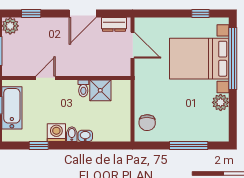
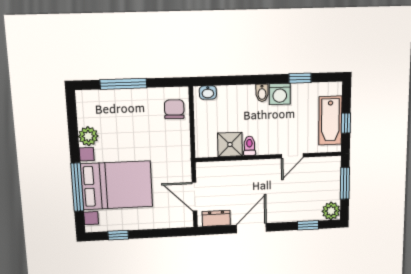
window: (233, 59) -> (77, 187), width x0.68
washbasin: (85, 136) -> (208, 93), moved

